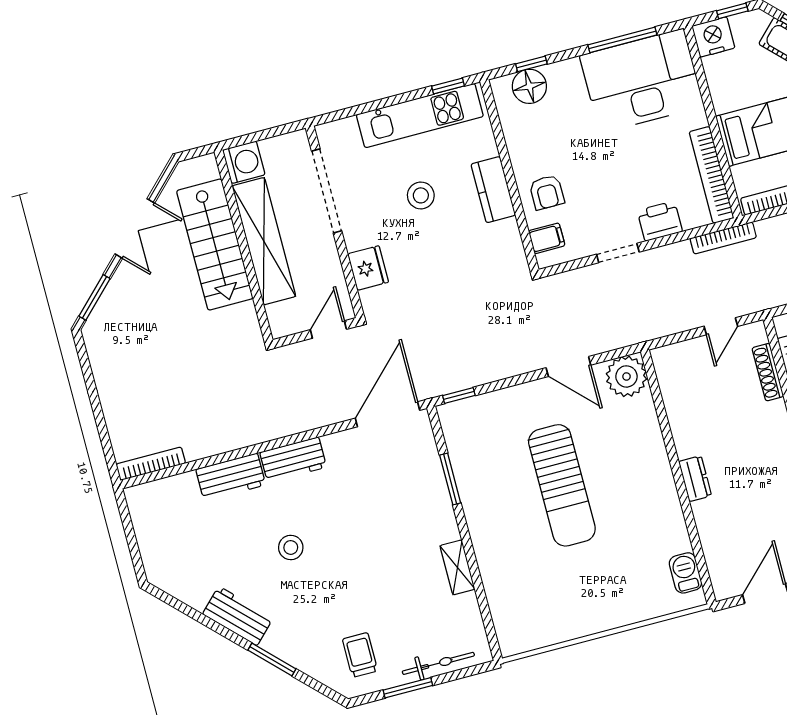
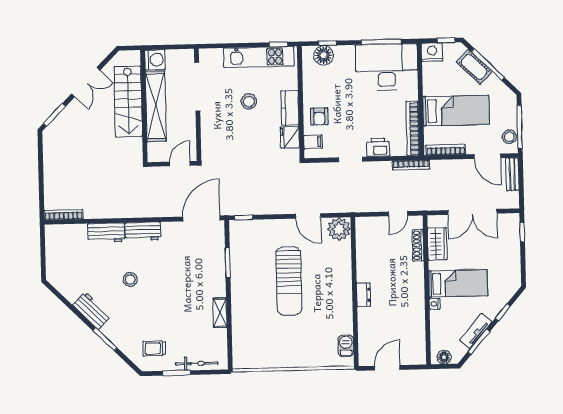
fridge: (368, 268) -> (290, 137), moved, turned 180
trolley: (360, 655) -> (154, 348), turned -90

